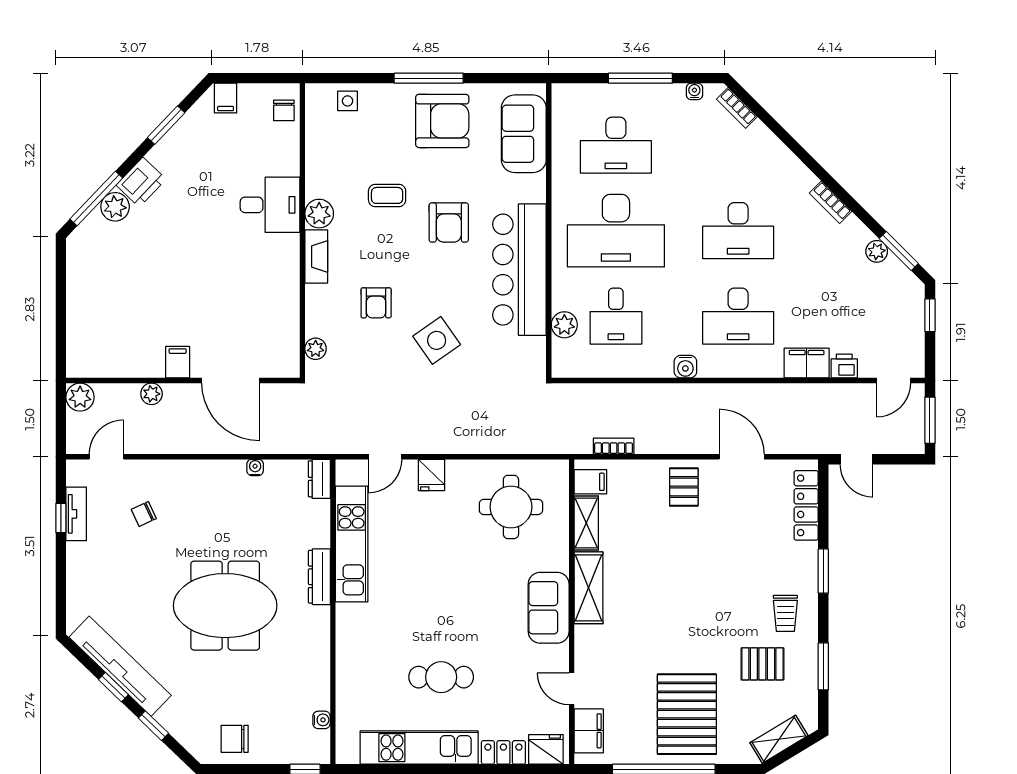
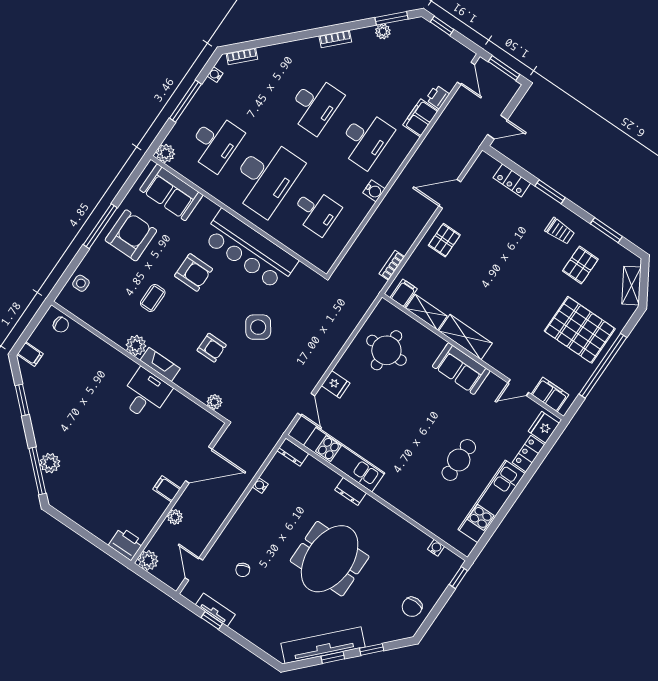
printer: (141, 182) -> (126, 544), moved, turned -44
desk: (270, 205) -> (145, 394), moved
plant: (564, 325) -> (166, 153), moved
pallet: (684, 487) -> (444, 240), turned 90
locker: (806, 505) -> (512, 180), width x0.66
dresser: (319, 577) -> (351, 491), width x0.70

